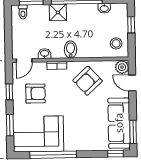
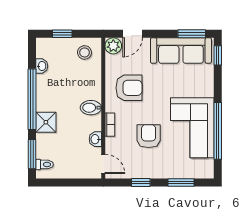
armchair: (87, 81) -> (129, 88), turned -47
armchair: (35, 93) -> (149, 136), moved
corner sofa: (38, 134) -> (192, 128), moved

